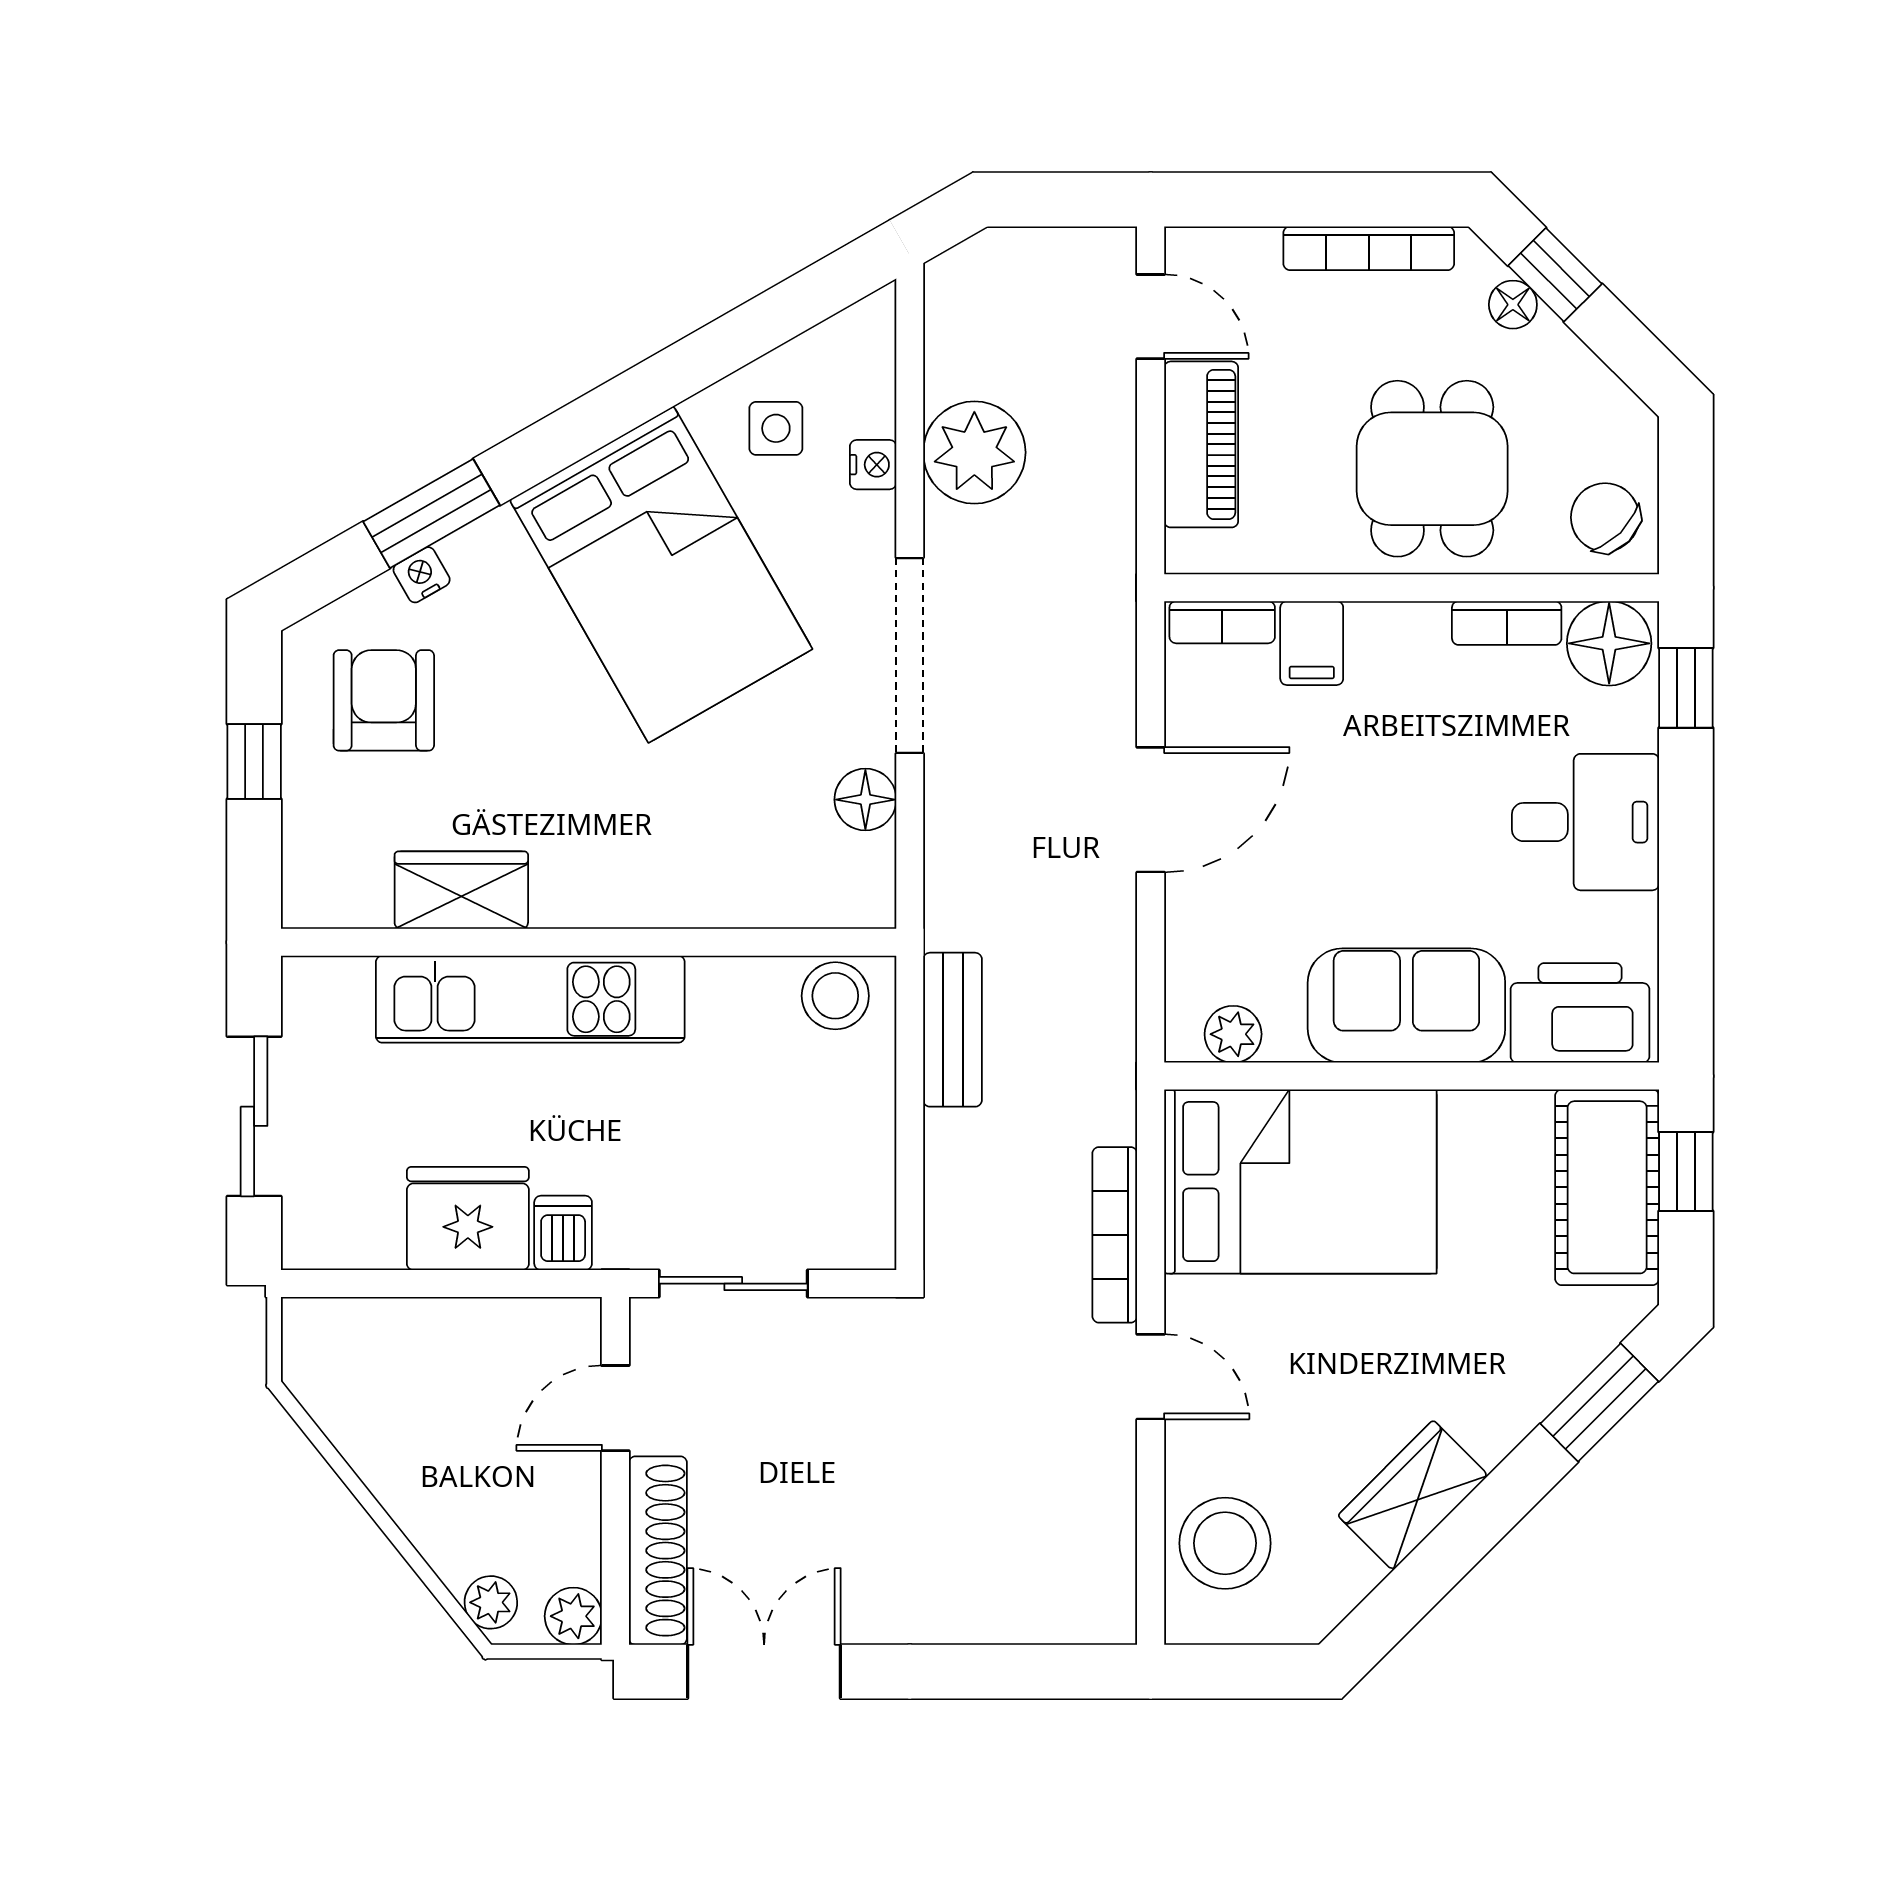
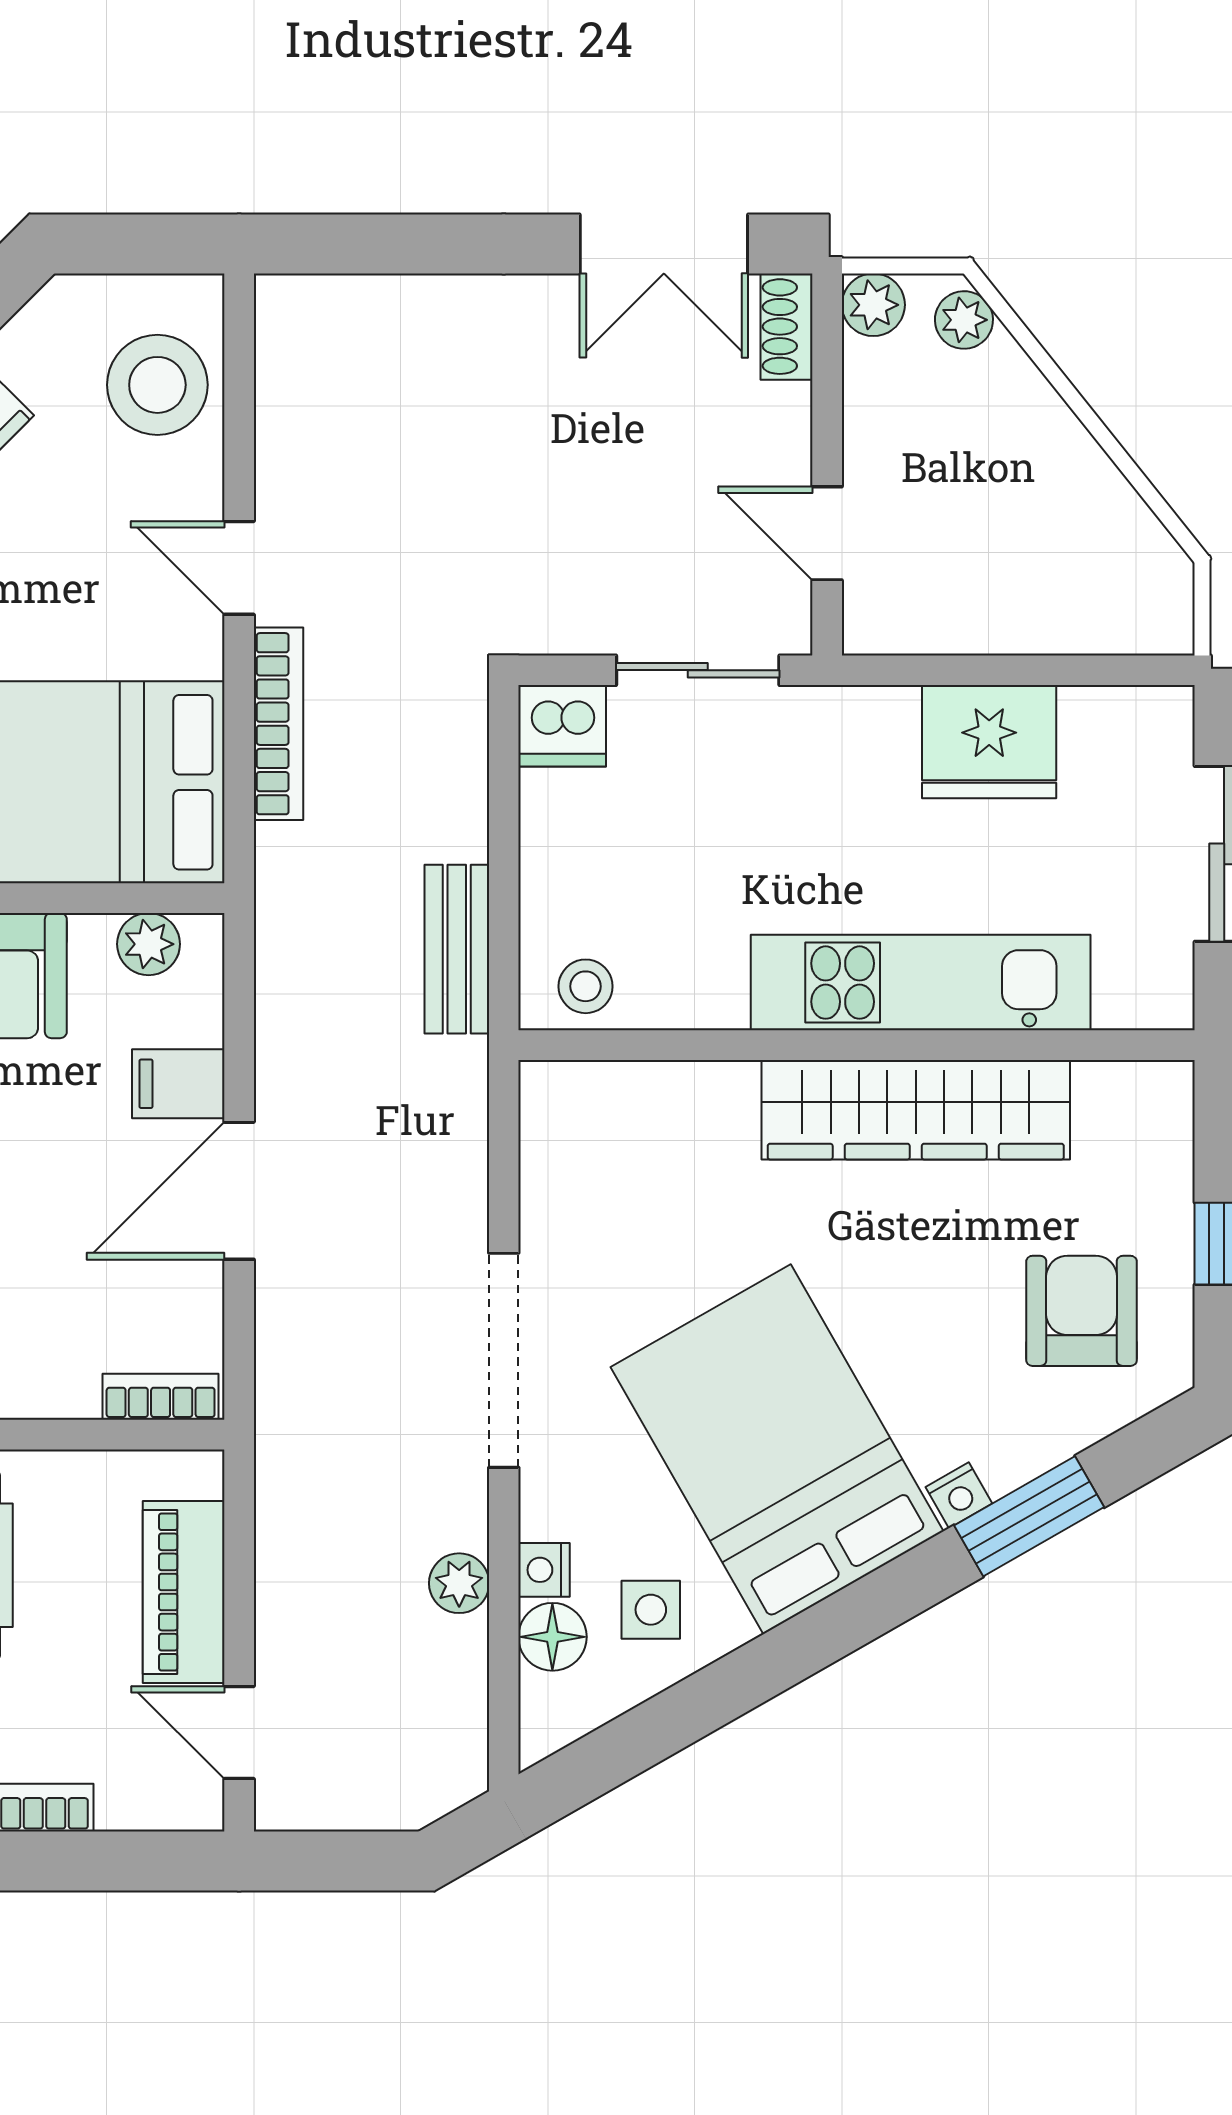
plant: (974, 452) -> (459, 1583), width x0.53, depth x0.53
nightstand: (422, 575) -> (959, 1495), moved
filing cabinet: (1312, 643) -> (178, 1084), moved, turned -90
armchair: (384, 700) -> (1082, 1311), turned 180
floor lamp: (865, 800) -> (552, 1637), moved
wardrobe: (461, 890) -> (916, 1110), width x2.10, depth x1.17
stool: (835, 996) -> (586, 986), width x0.73, depth x0.73
dishwasher: (563, 1233) -> (562, 726), moved, width x1.38
door: (615, 1408) -> (827, 533), swing flipped
shoe rack: (658, 1551) -> (787, 327), width x0.51, depth x0.81

